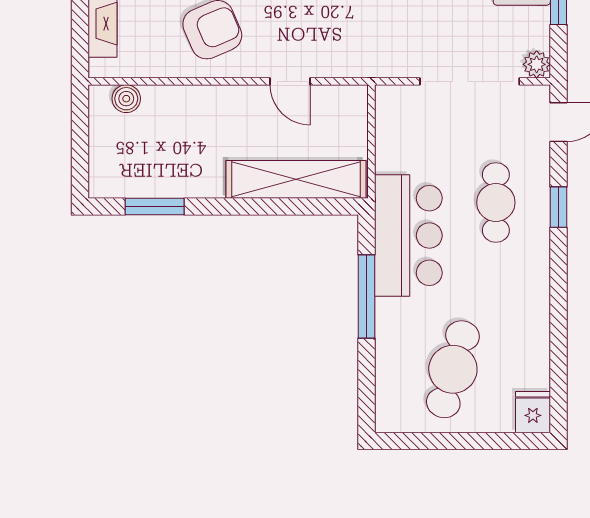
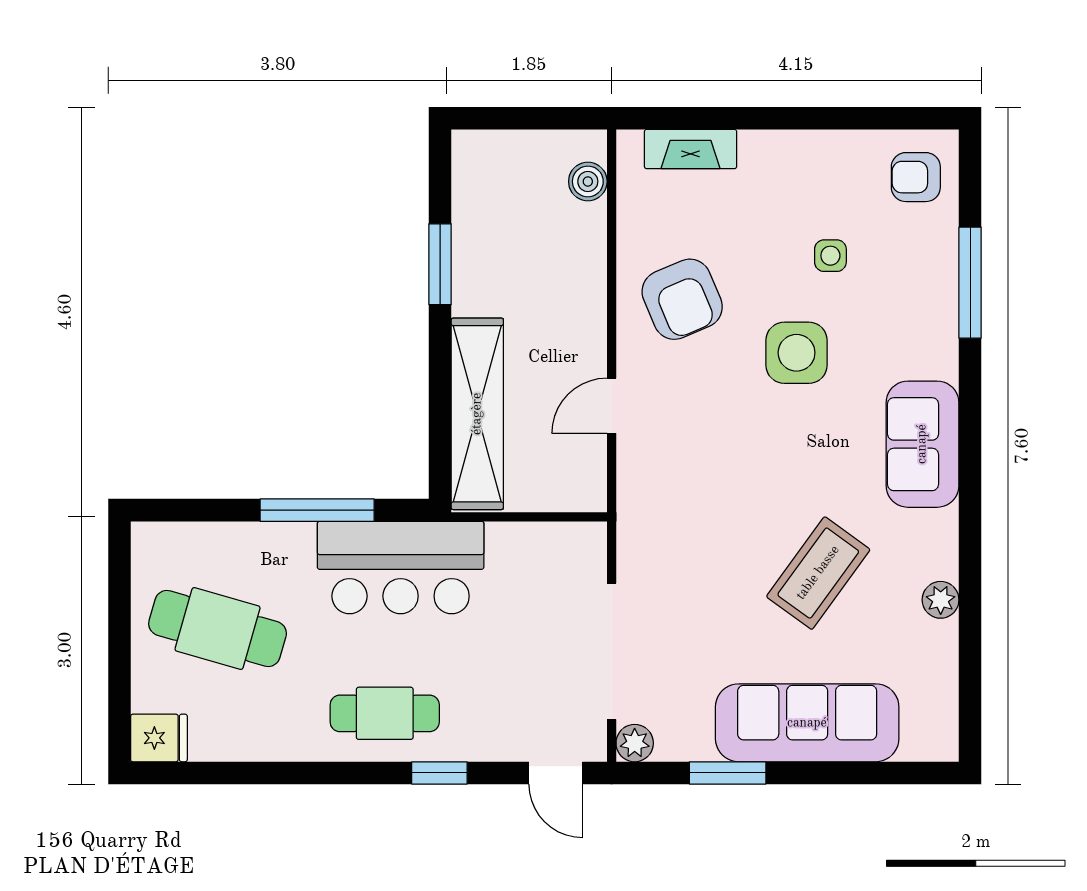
cafe table: (496, 202) -> (385, 713), moved
window: (155, 207) -> (440, 264), moved

